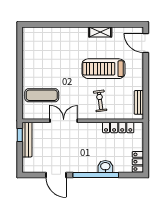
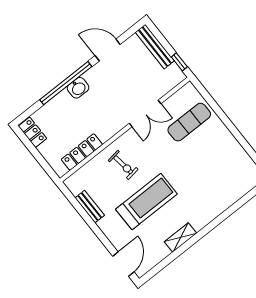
door: (146, 43) -> (123, 264), hinge flipped
bench: (139, 102) -> (90, 207), moved
bench: (27, 140) -> (155, 47), moved
washbasin: (105, 167) -> (78, 88), moved

